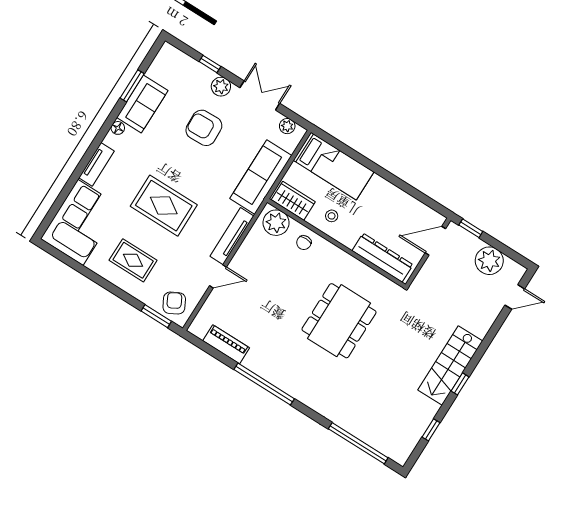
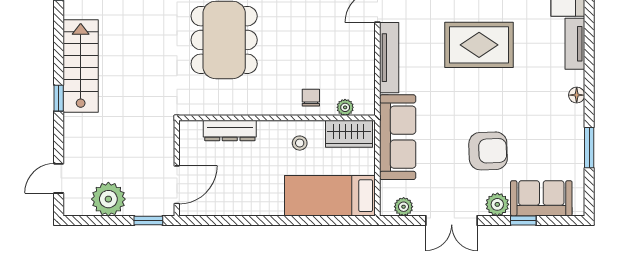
sofa: (142, 104) -> (541, 198), moved, turned 90
plant: (276, 223) -> (345, 107), width x0.53, depth x0.53
dresser: (383, 258) -> (230, 131), width x0.73, depth x0.80
window: (460, 384) -> (59, 98), moved

